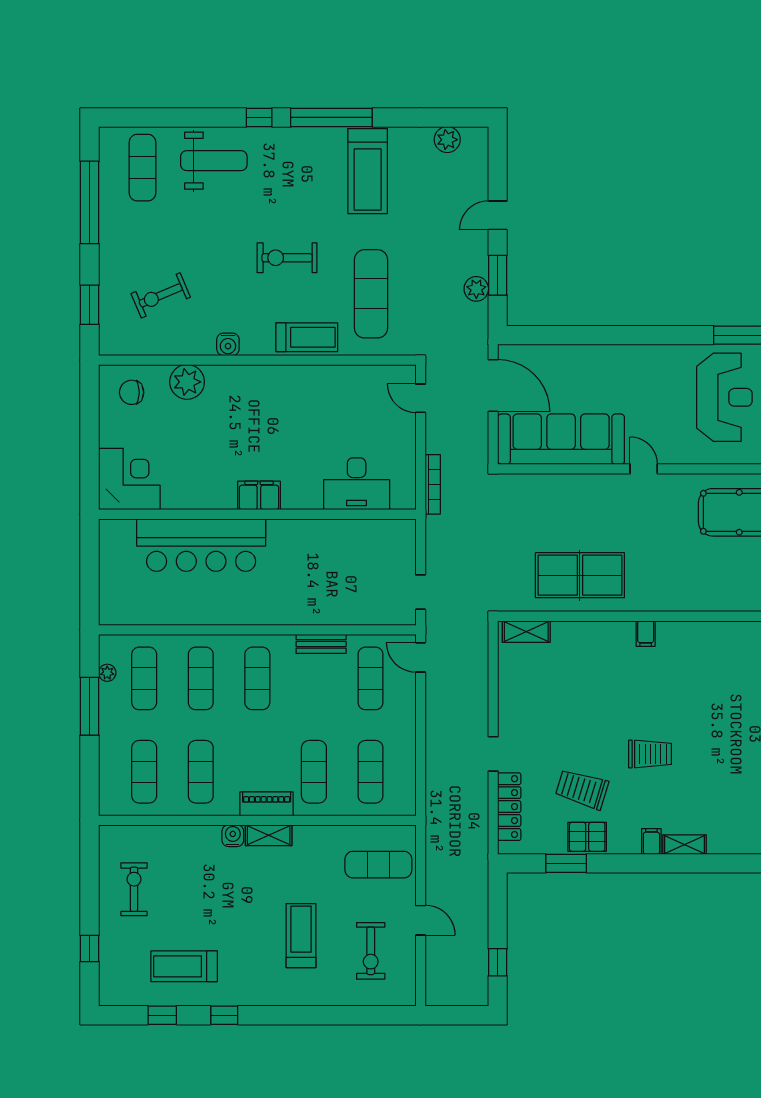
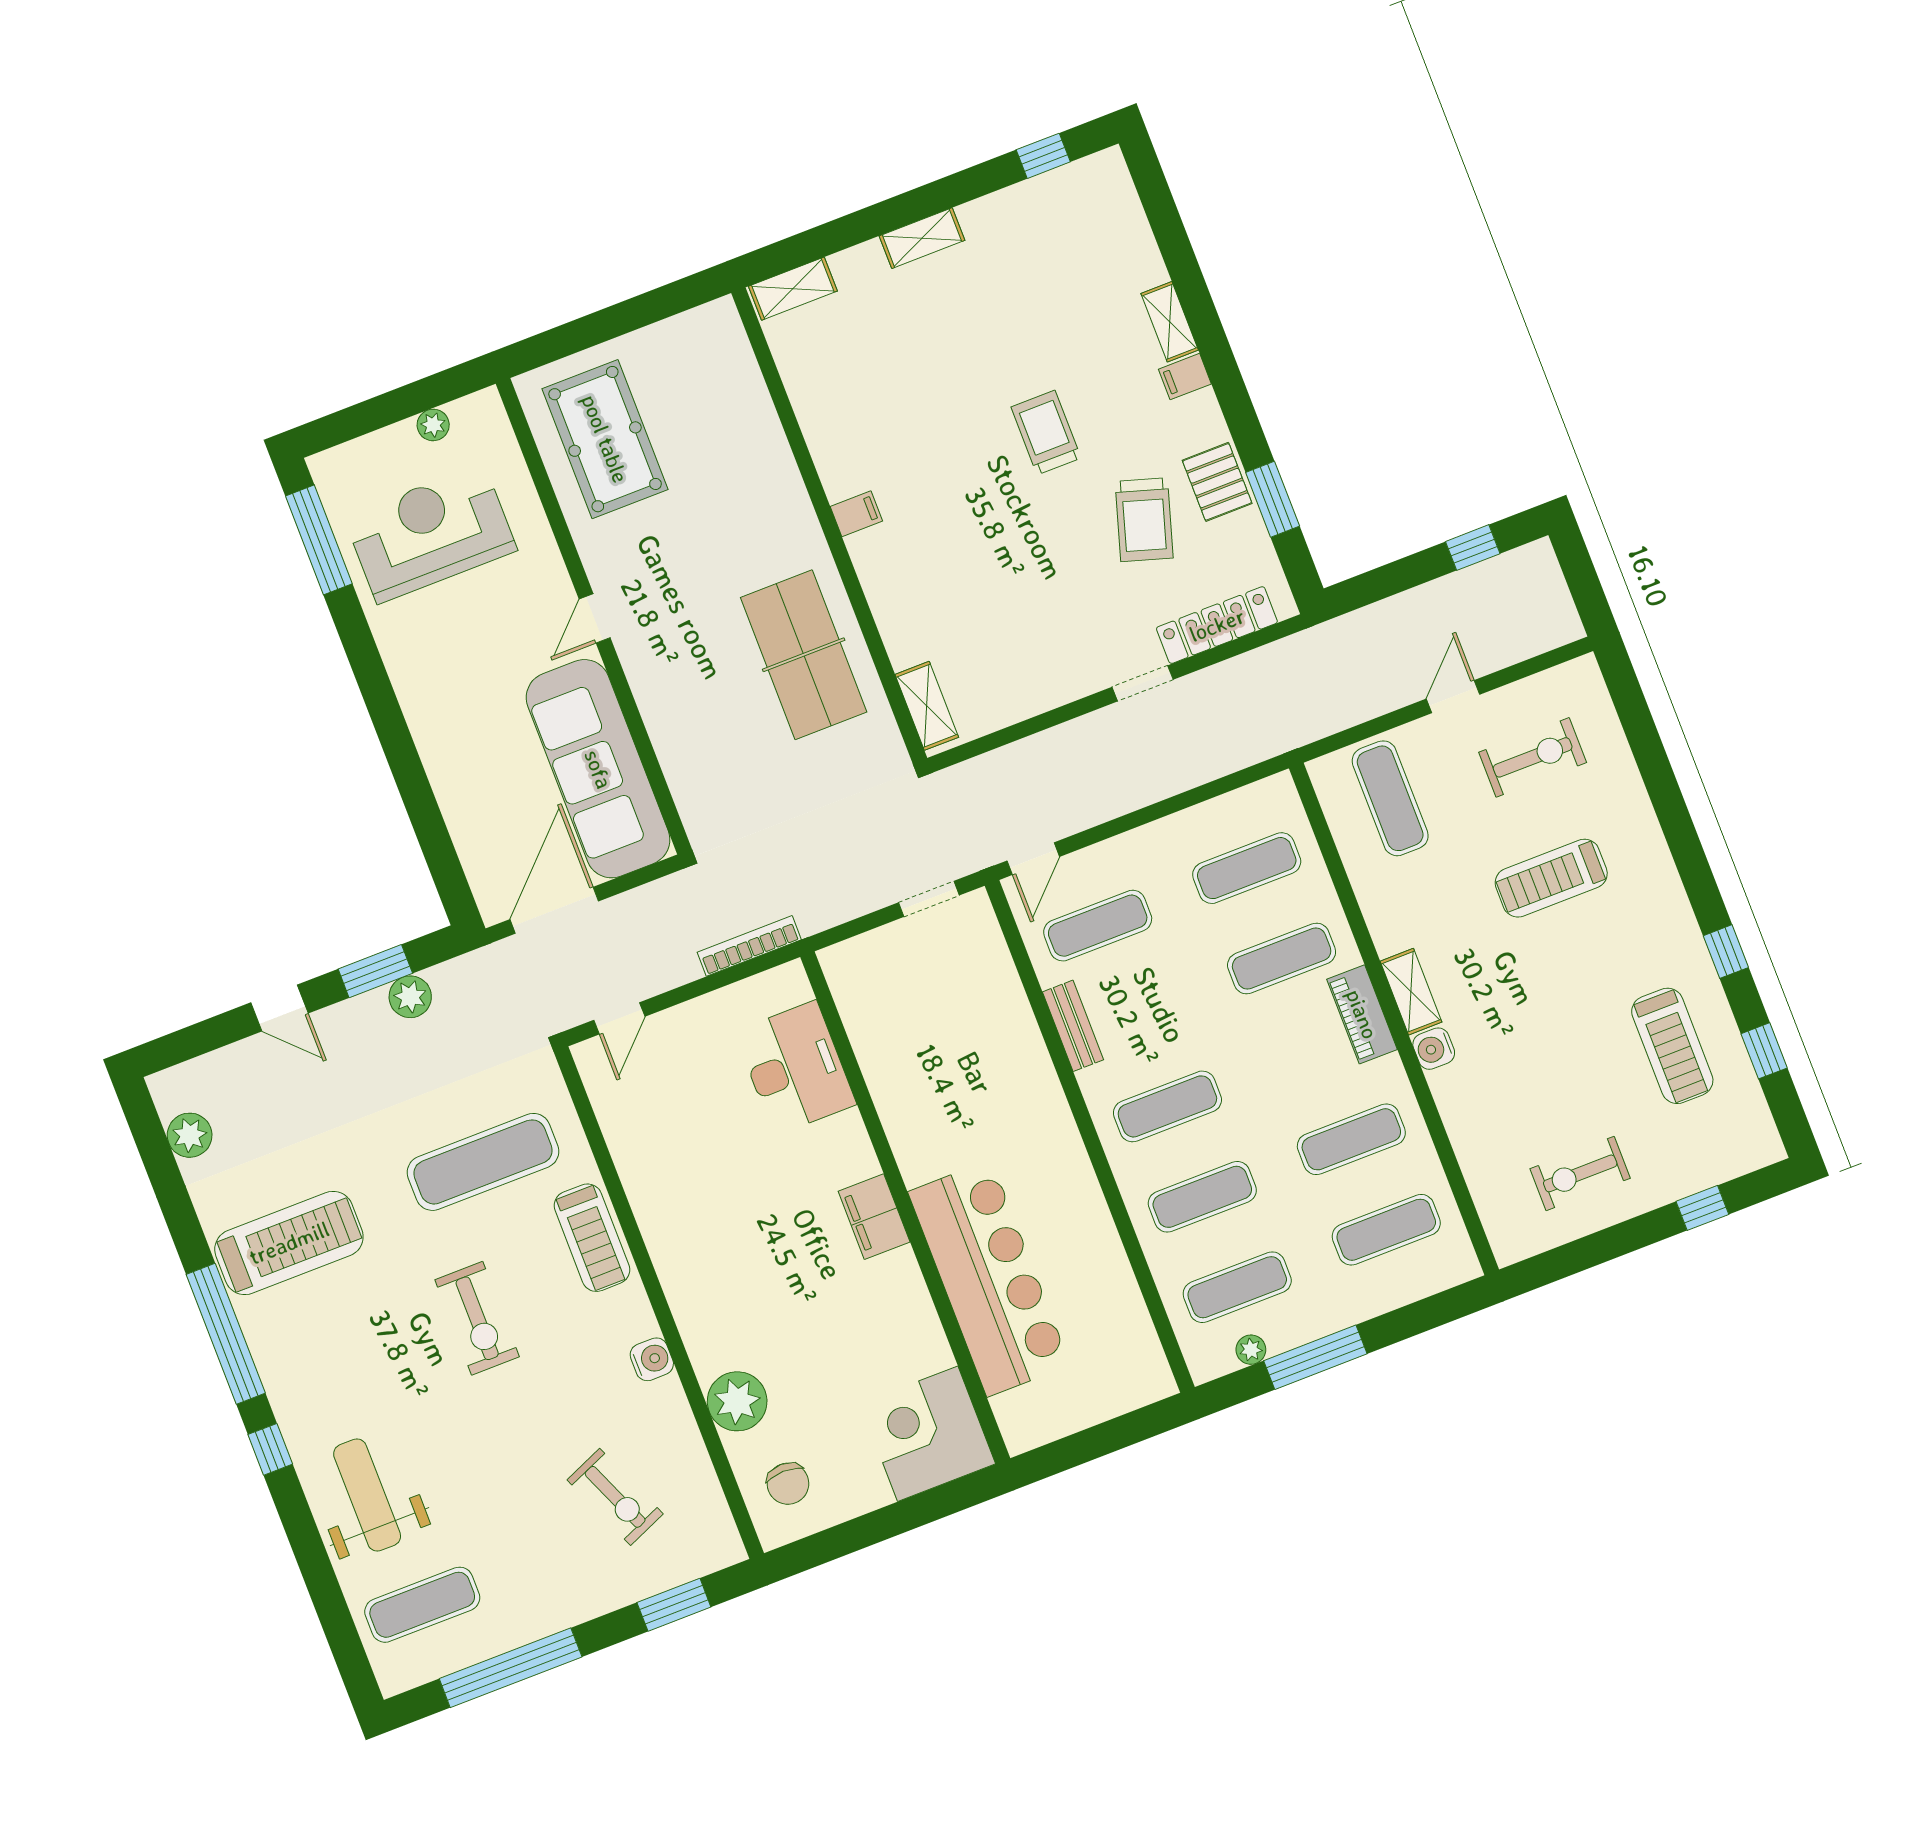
treadmill: (307, 337) -> (592, 1238), turned 180

